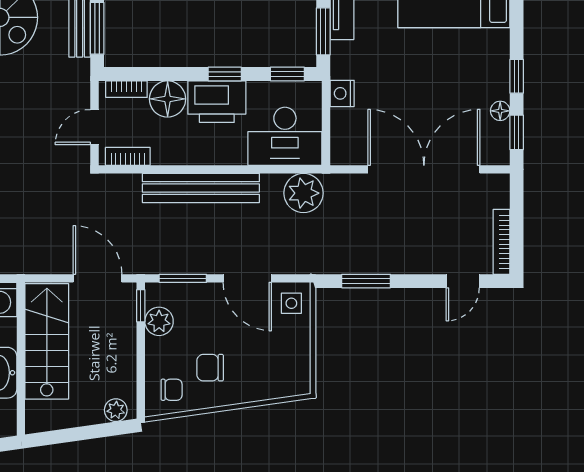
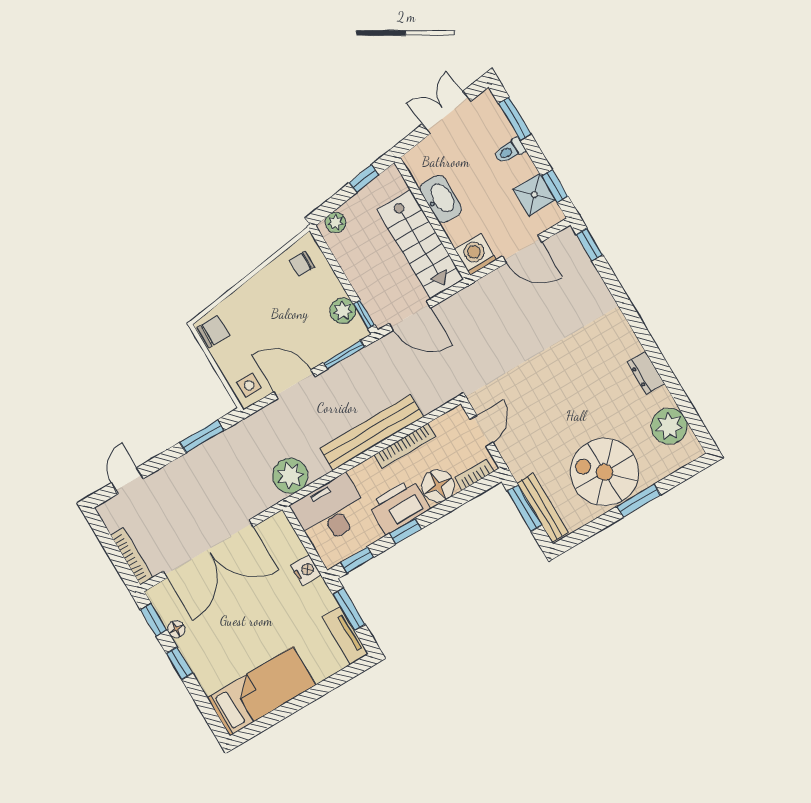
bookcase: (128, 156) -> (405, 446), moved, width x1.56
bookcase: (502, 242) -> (132, 556), moved
chair: (210, 368) -> (213, 332), moved
window: (64, 436) -> (364, 179), added

